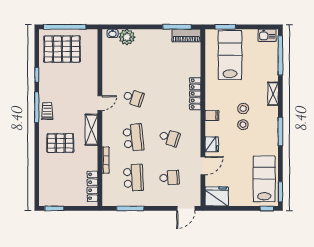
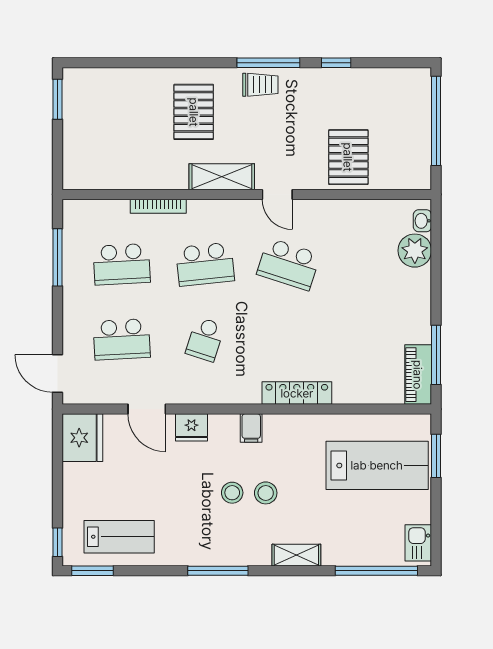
pallet: (62, 49) -> (348, 157), moved, width x0.73, depth x0.71
school desk: (133, 98) -> (289, 264), width x1.85
school desk: (169, 178) -> (122, 339), width x1.85
lab bench: (264, 179) -> (119, 537), width x0.73, depth x0.72
locker: (92, 186) -> (104, 179), removed

